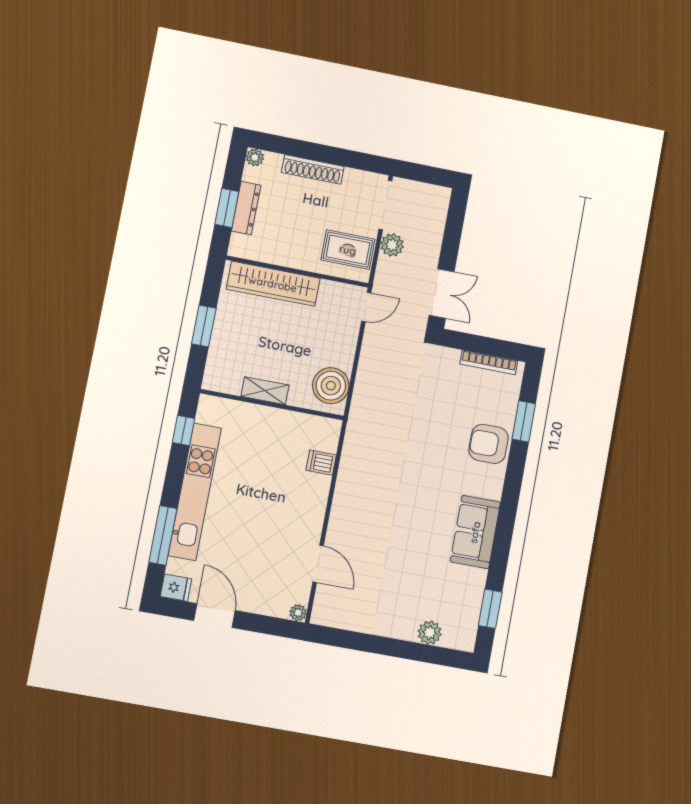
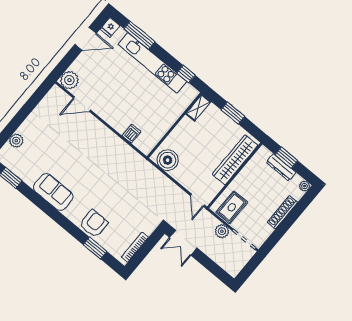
shelving: (265, 391) -> (198, 108), moved
plant: (298, 613) -> (69, 80), width x1.88, depth x1.88

